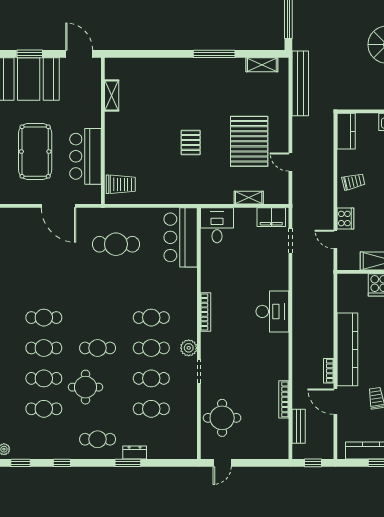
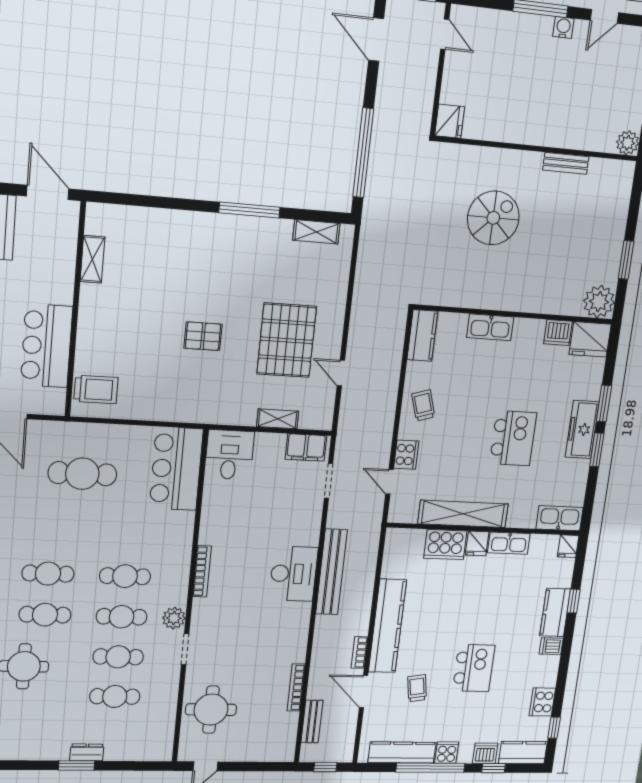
bench: (300, 83) -> (331, 572), moved
pallet: (191, 142) -> (203, 336), turned 90
trolley: (353, 182) -> (423, 405), turned -94
cafe table: (98, 439) -> (48, 574), moved

